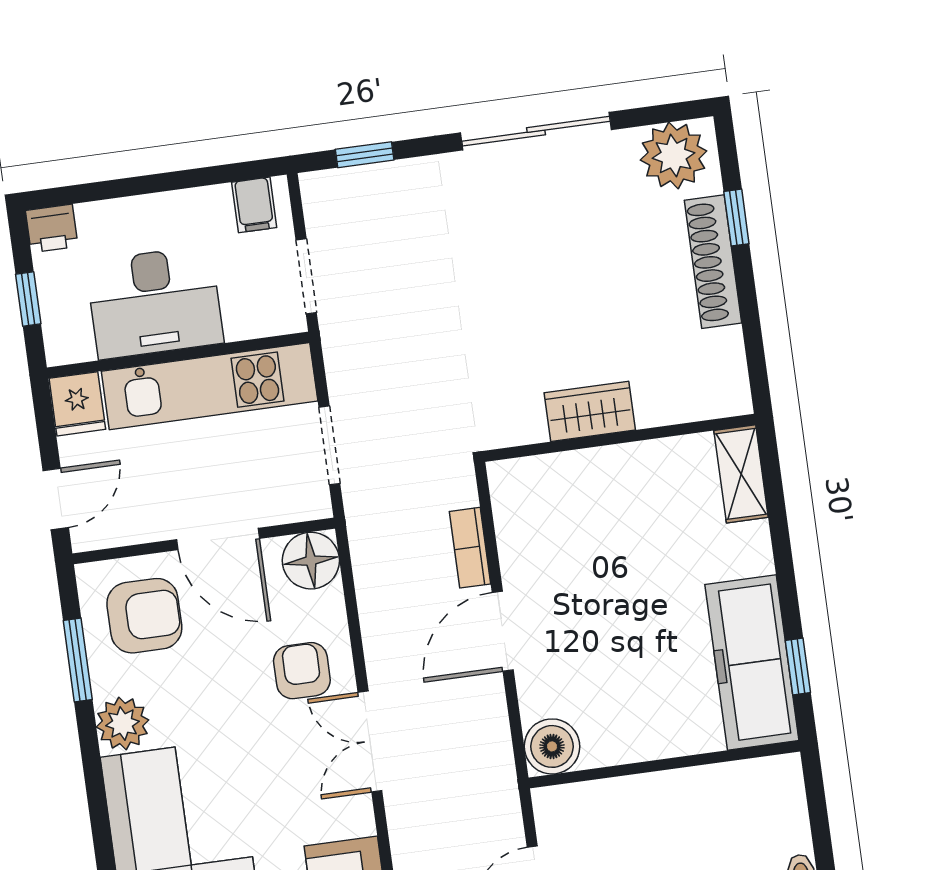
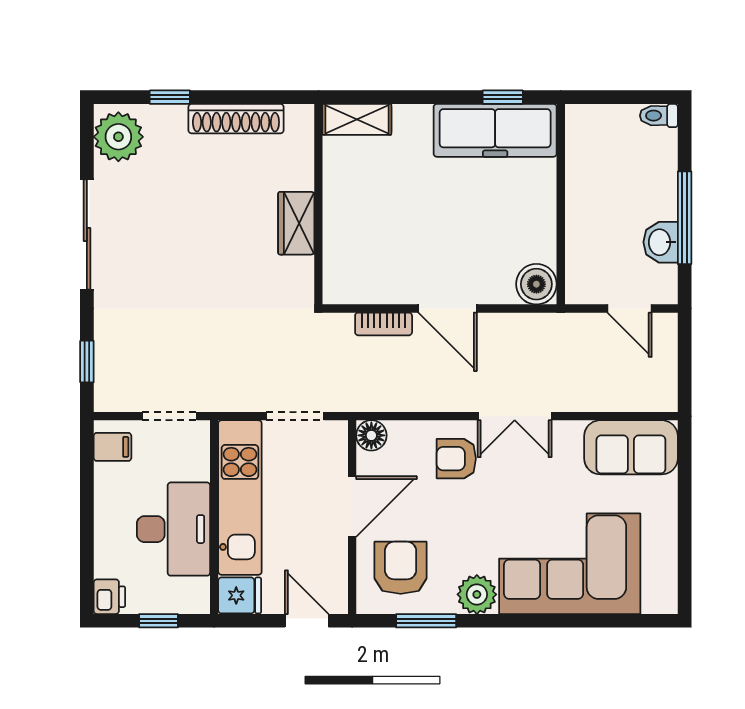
shoe rack: (713, 262) -> (236, 119), moved
floor lamp: (311, 561) -> (371, 435), width x0.73, depth x0.73

